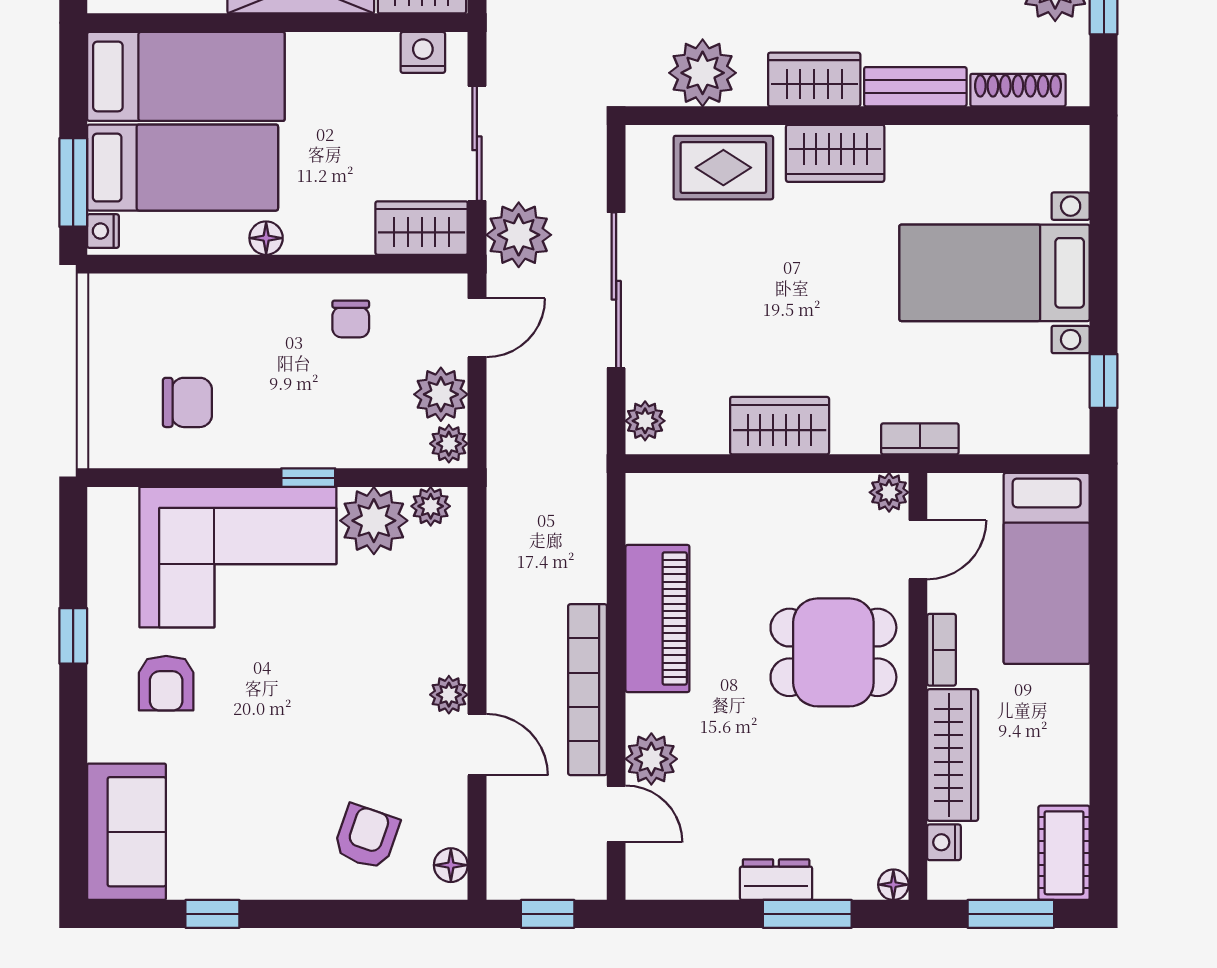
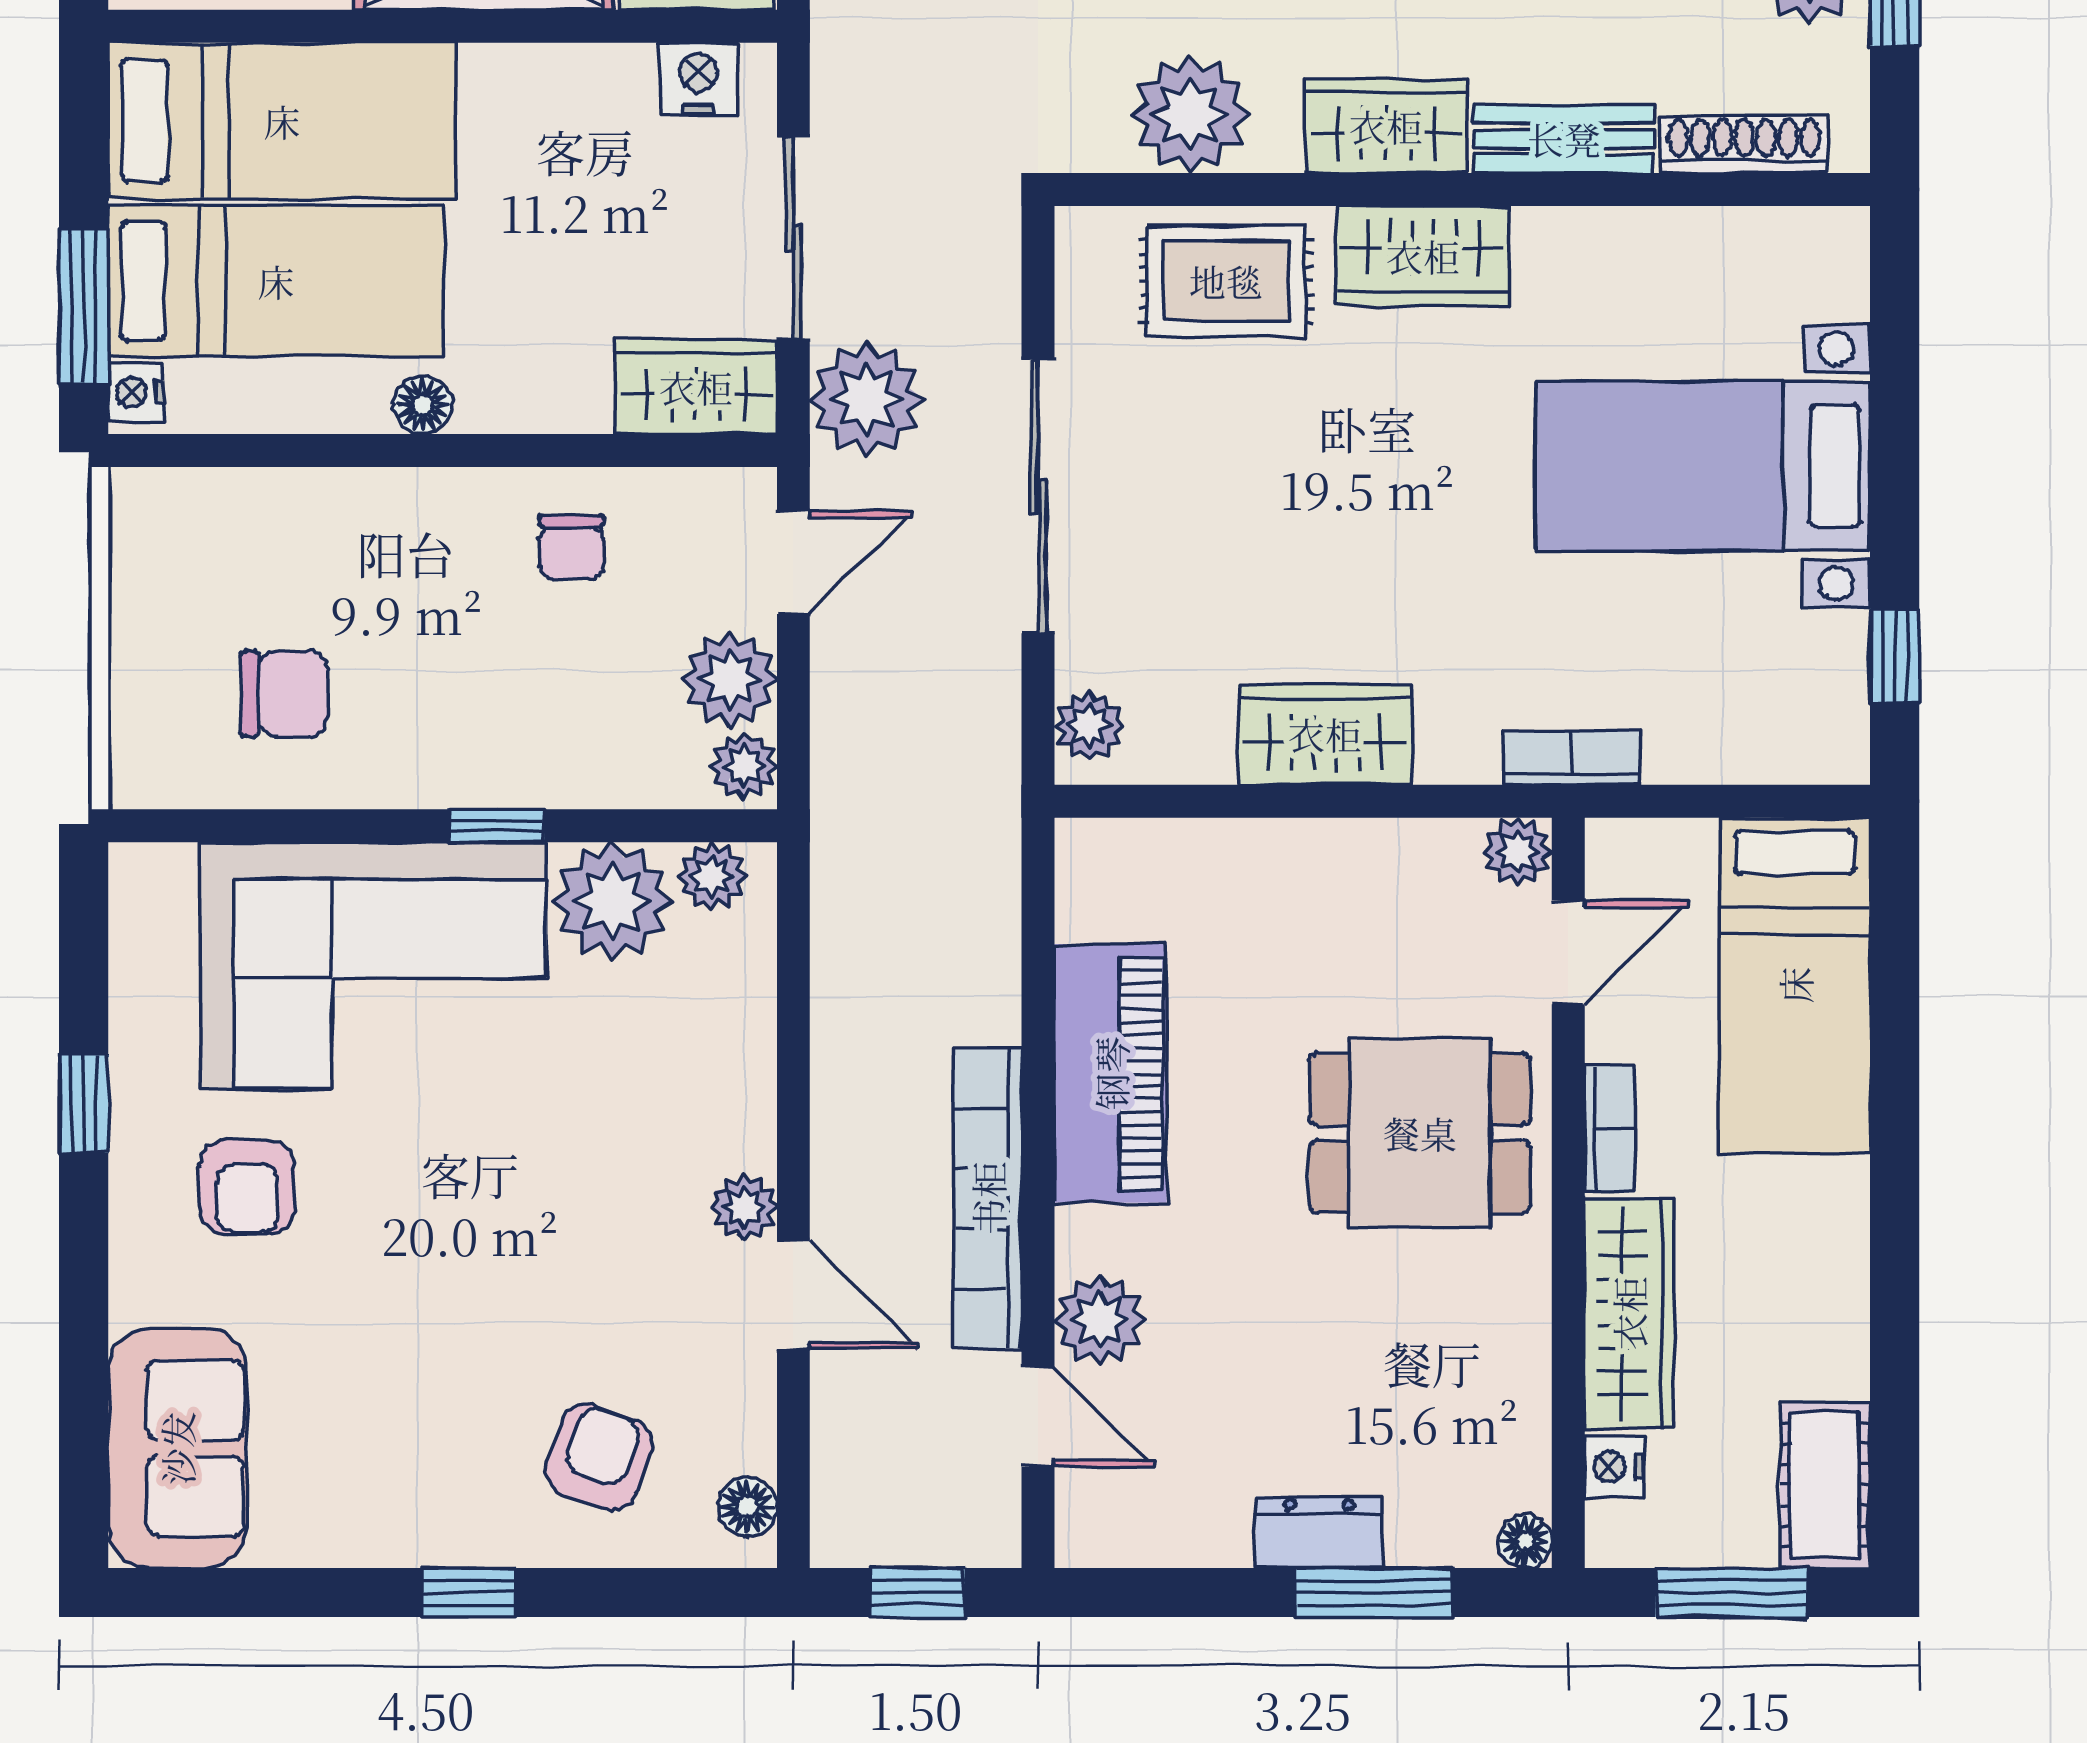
window: (212, 914) -> (469, 1592), moved

